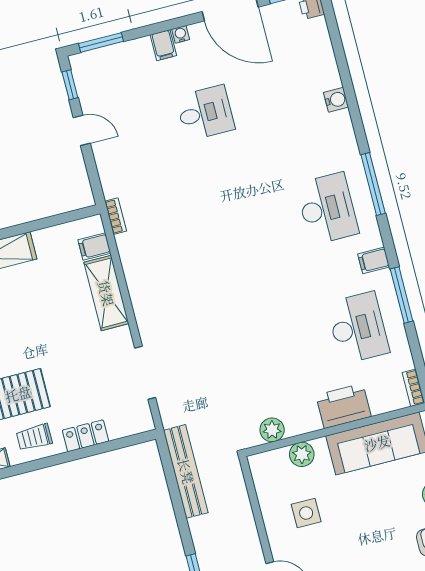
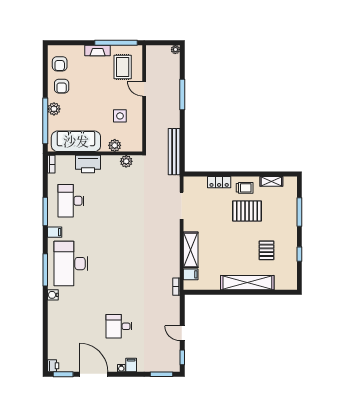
water cooler: (336, 100) -> (53, 295), moved
desk: (327, 209) -> (71, 264), width x1.36, depth x1.30

